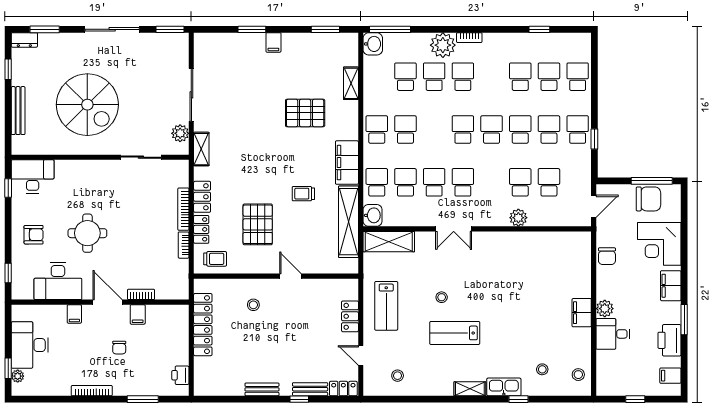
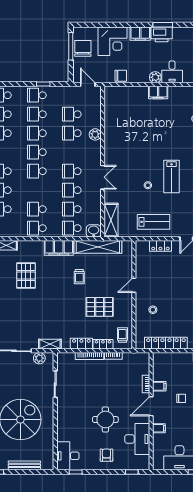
printer: (669, 340) -> (162, 34), moved

